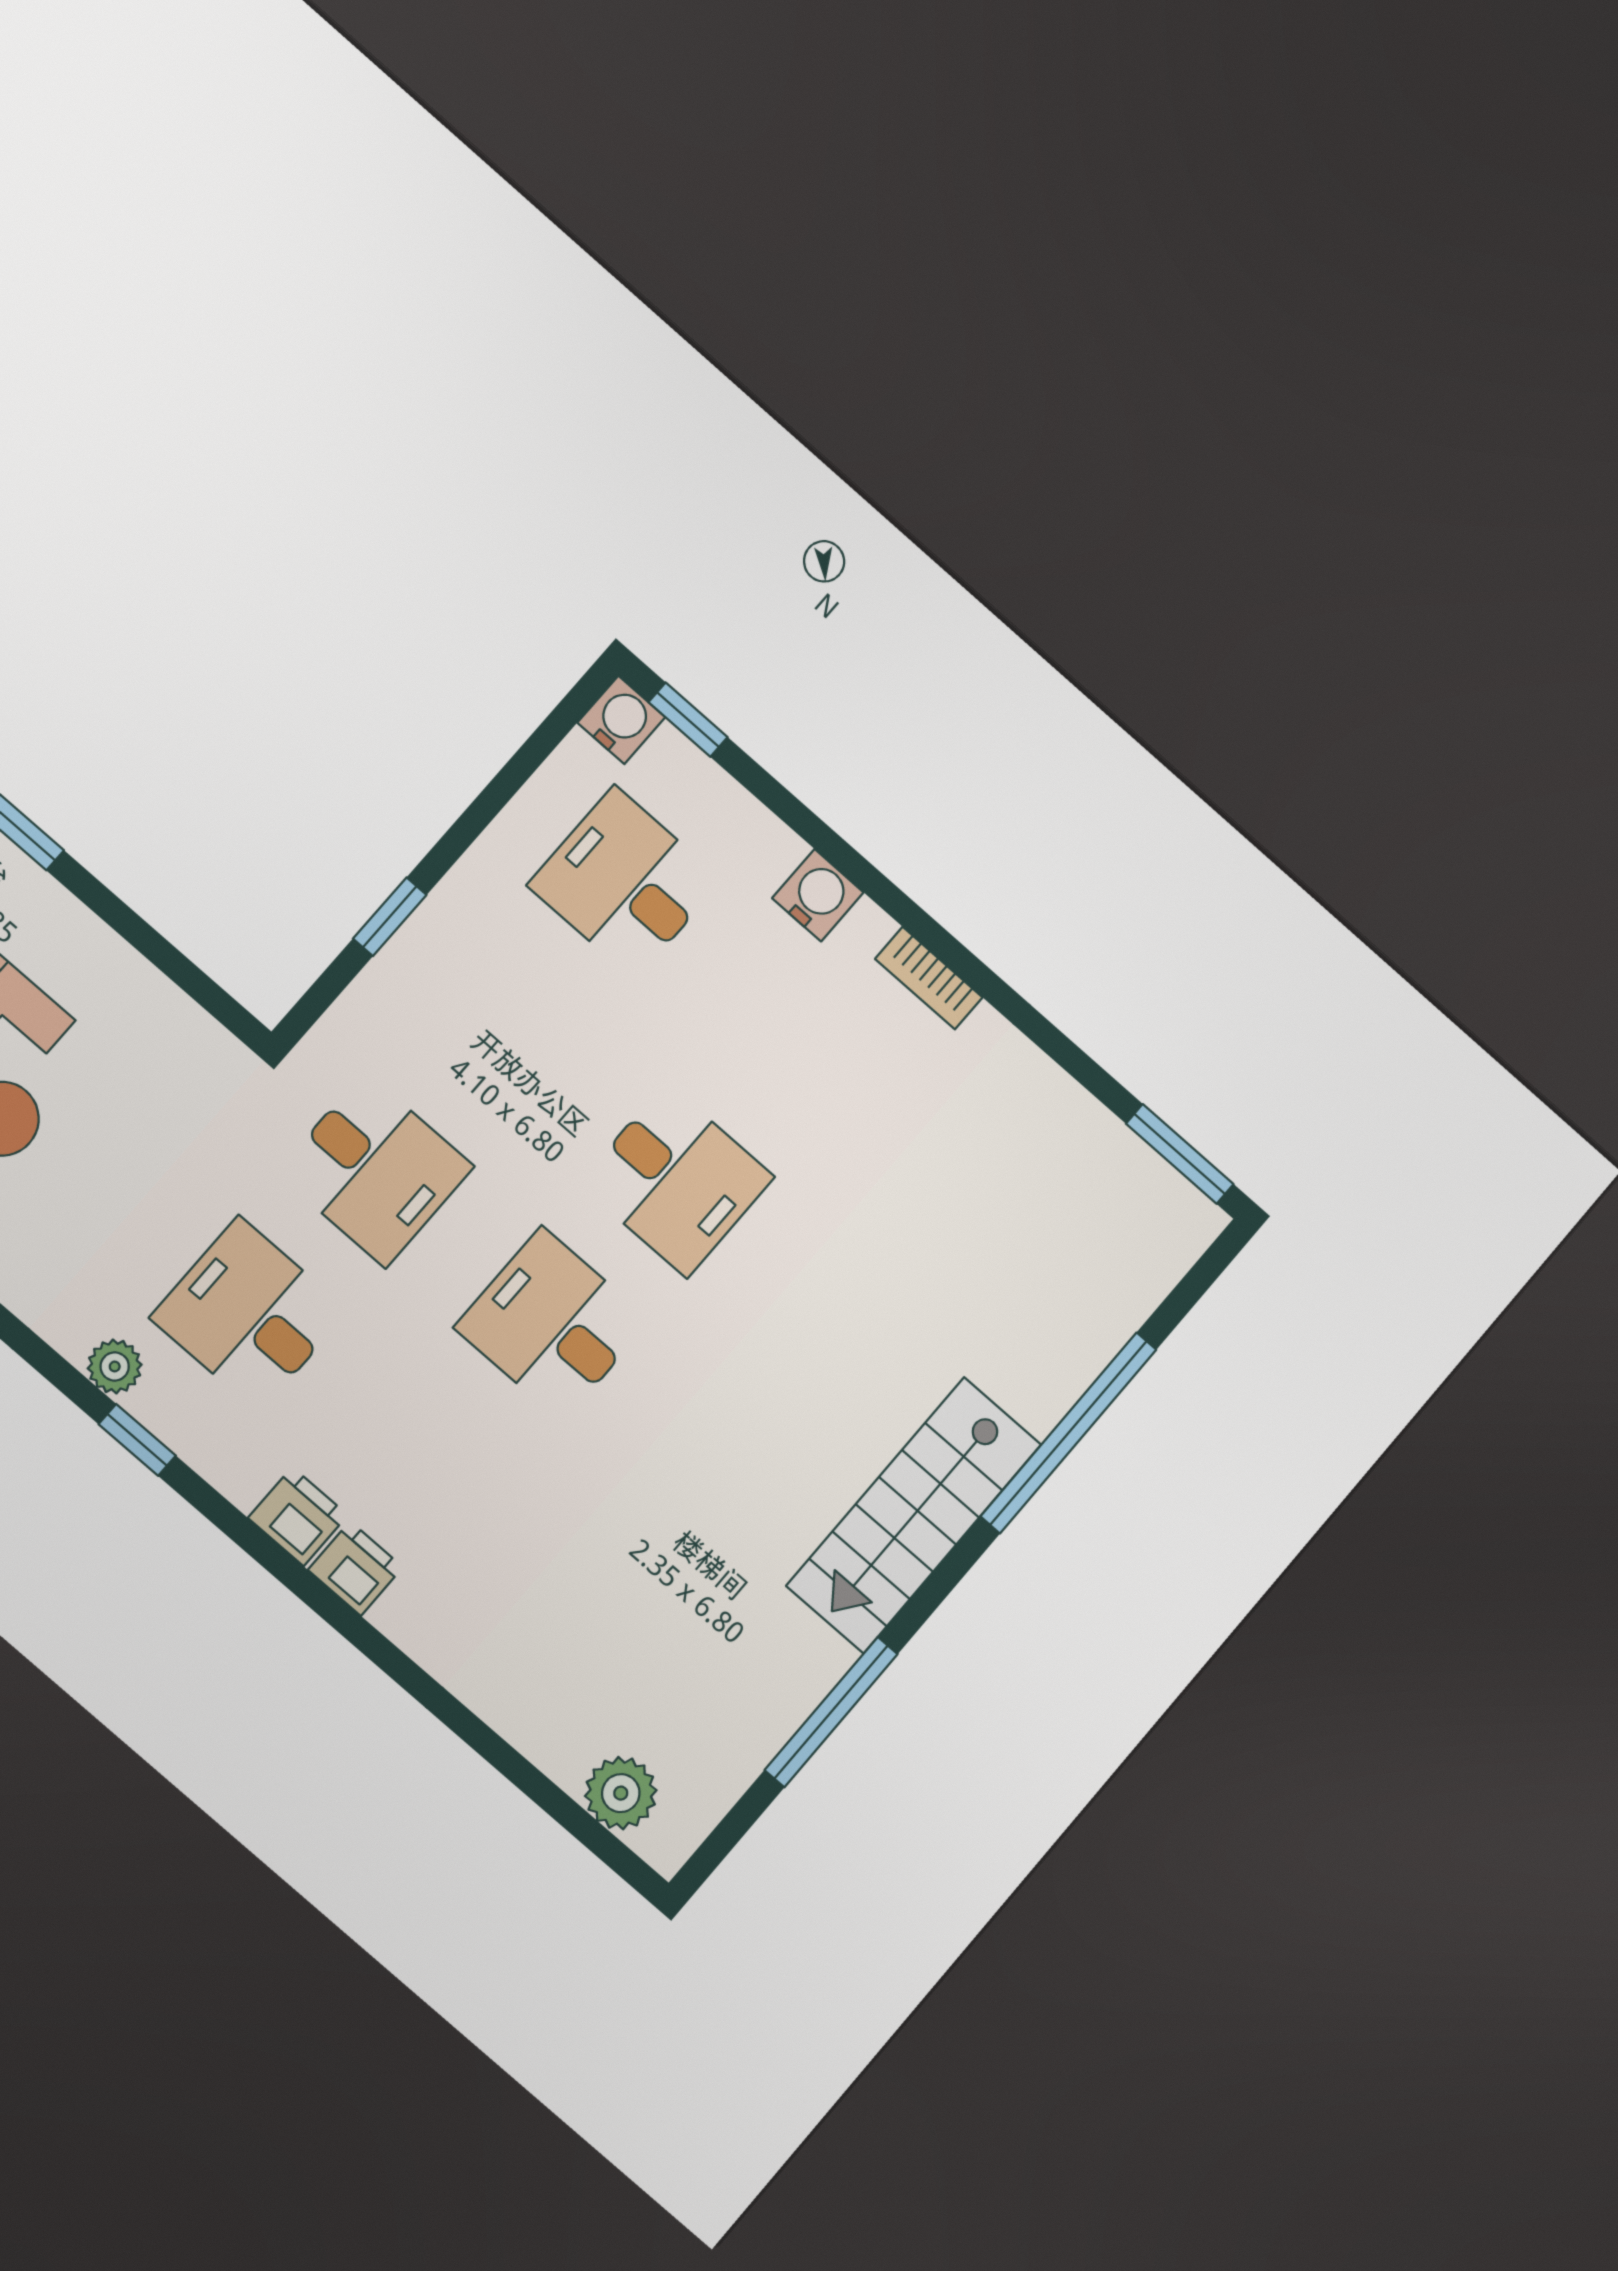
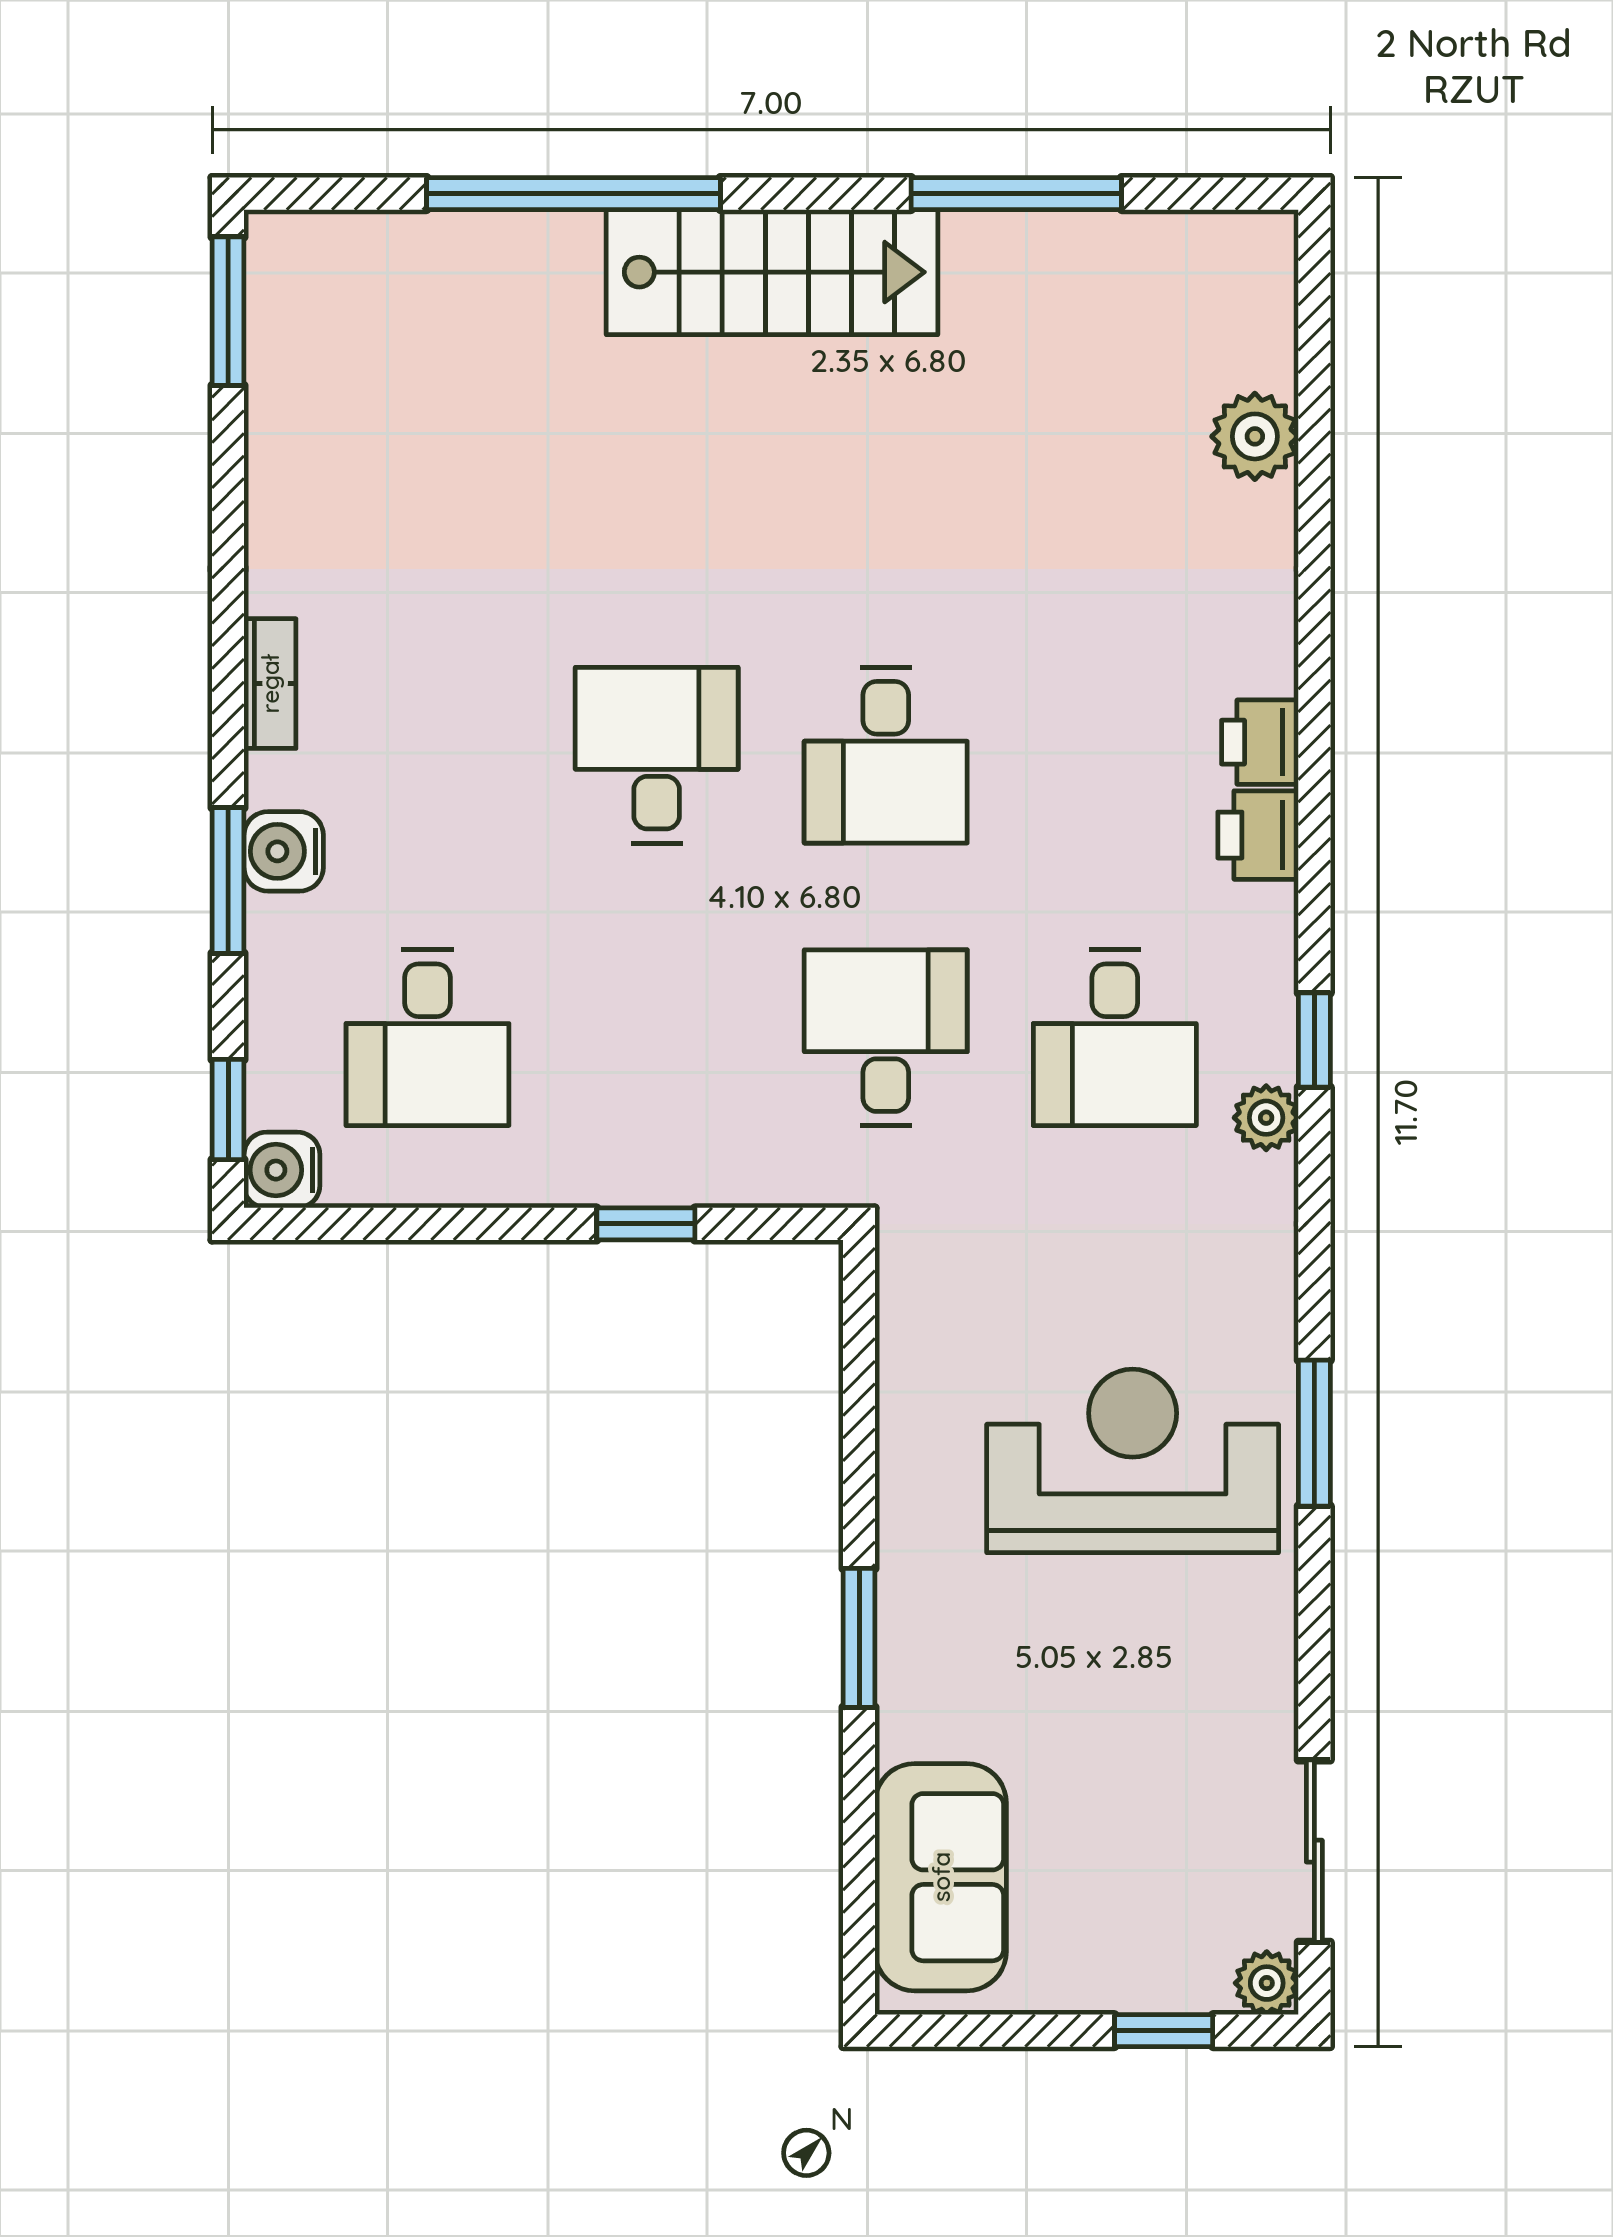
window: (830, 845) -> (228, 881), added
plant: (621, 1793) -> (1255, 436), moved

